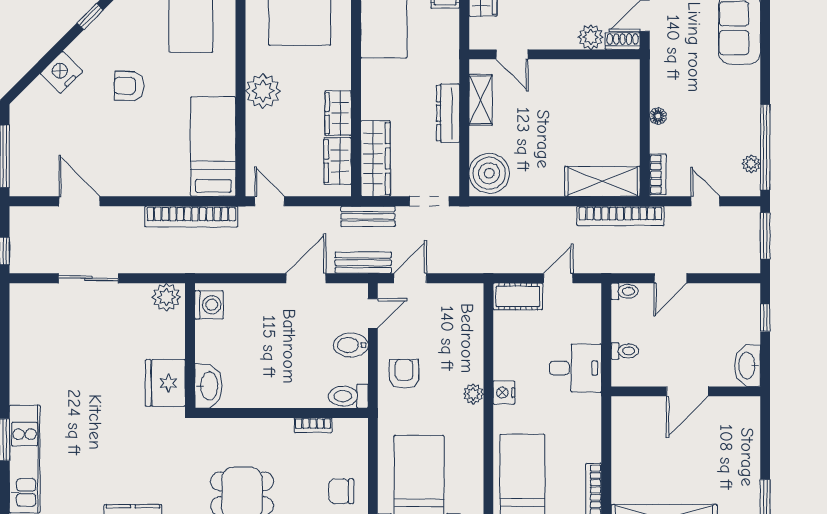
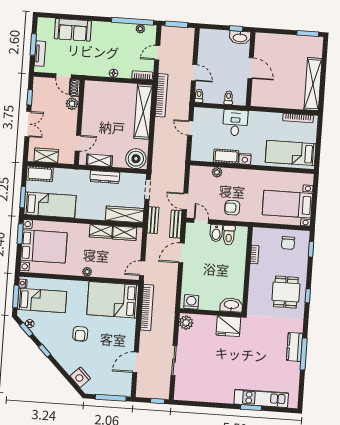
nightstand: (61, 72) -> (80, 377), moved
plant: (263, 91) -> (87, 272), width x0.53, depth x0.53
bed: (213, 147) -> (113, 300), width x1.50
shelving: (602, 181) -> (143, 112), width x1.47
door: (306, 278) -> (181, 253), hinge flipped
cot: (518, 296) -> (226, 156), moved, turned 90
window: (765, 318) -> (236, 28), moved
plant: (473, 394) -> (217, 172), moved
toilet: (348, 396) -> (229, 235), moved

